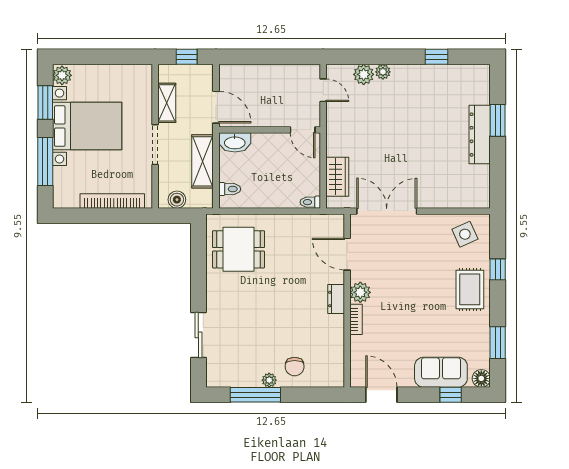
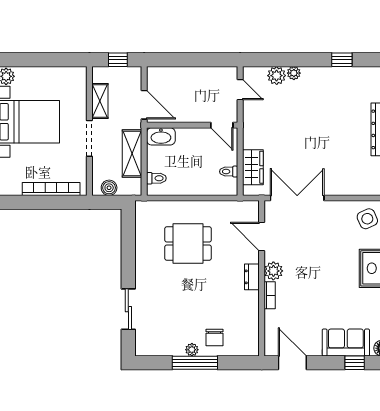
toilet: (310, 202) -> (229, 172), moved
dining table: (238, 249) -> (188, 244), moved
window: (255, 395) -> (195, 363), moved

